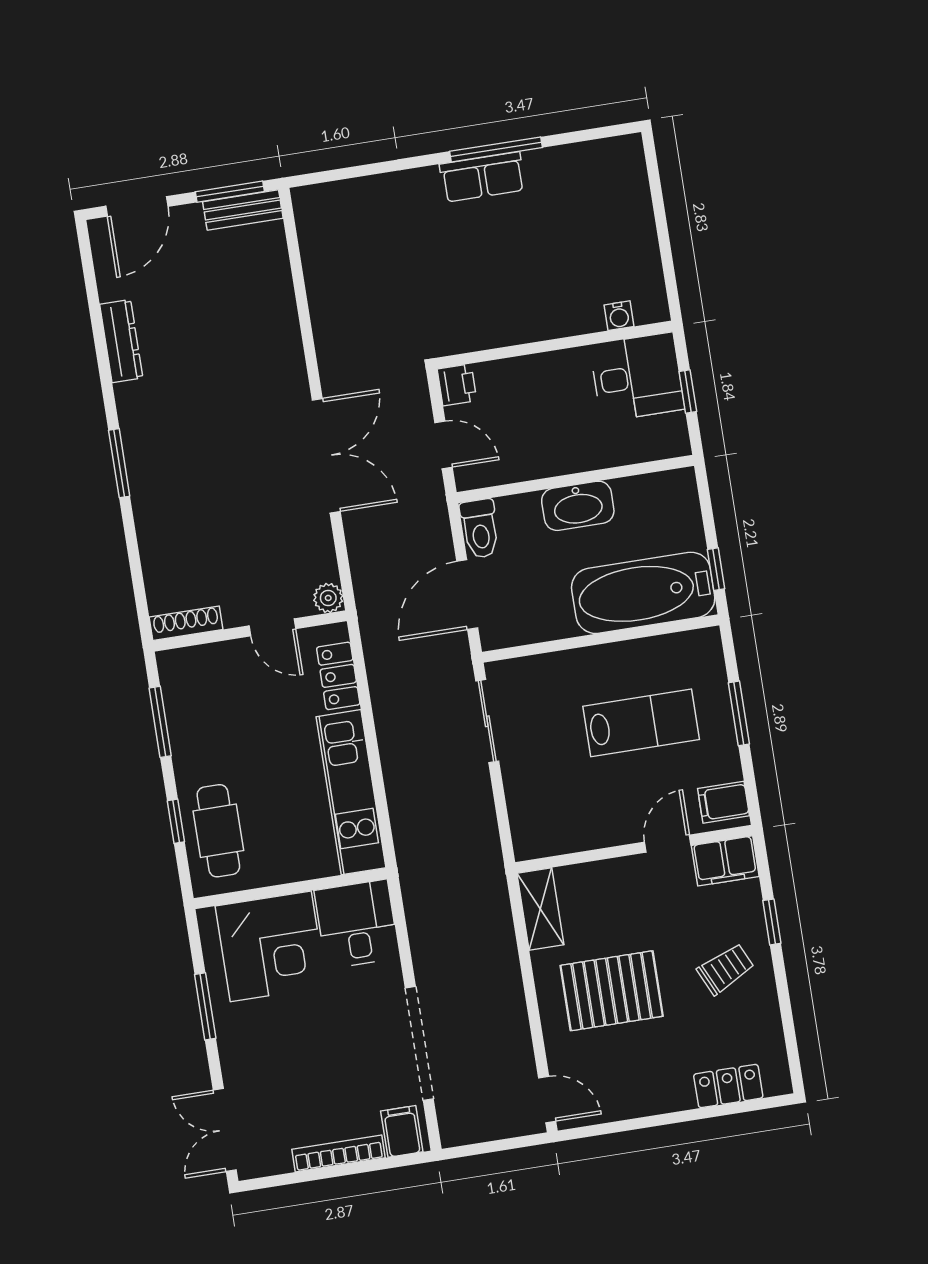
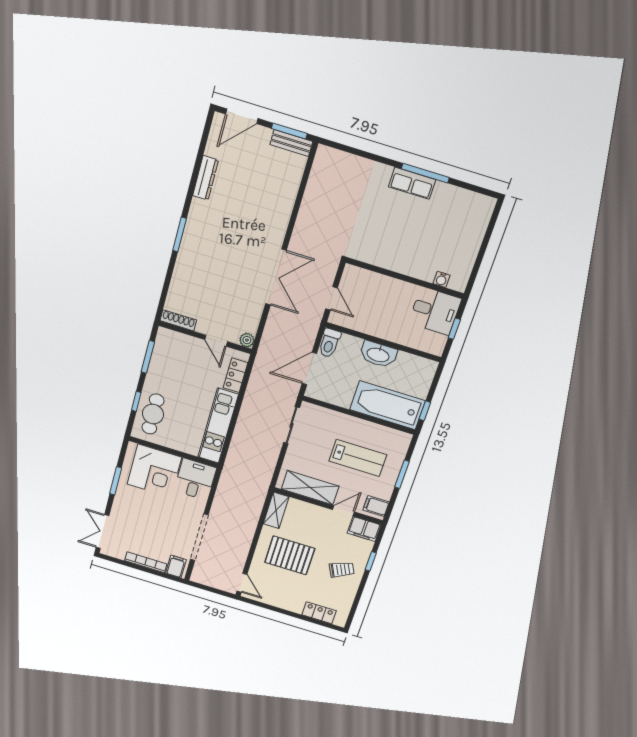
printer: (457, 385) -> (351, 274), removed
shelving: (582, 829) -> (310, 488), added

